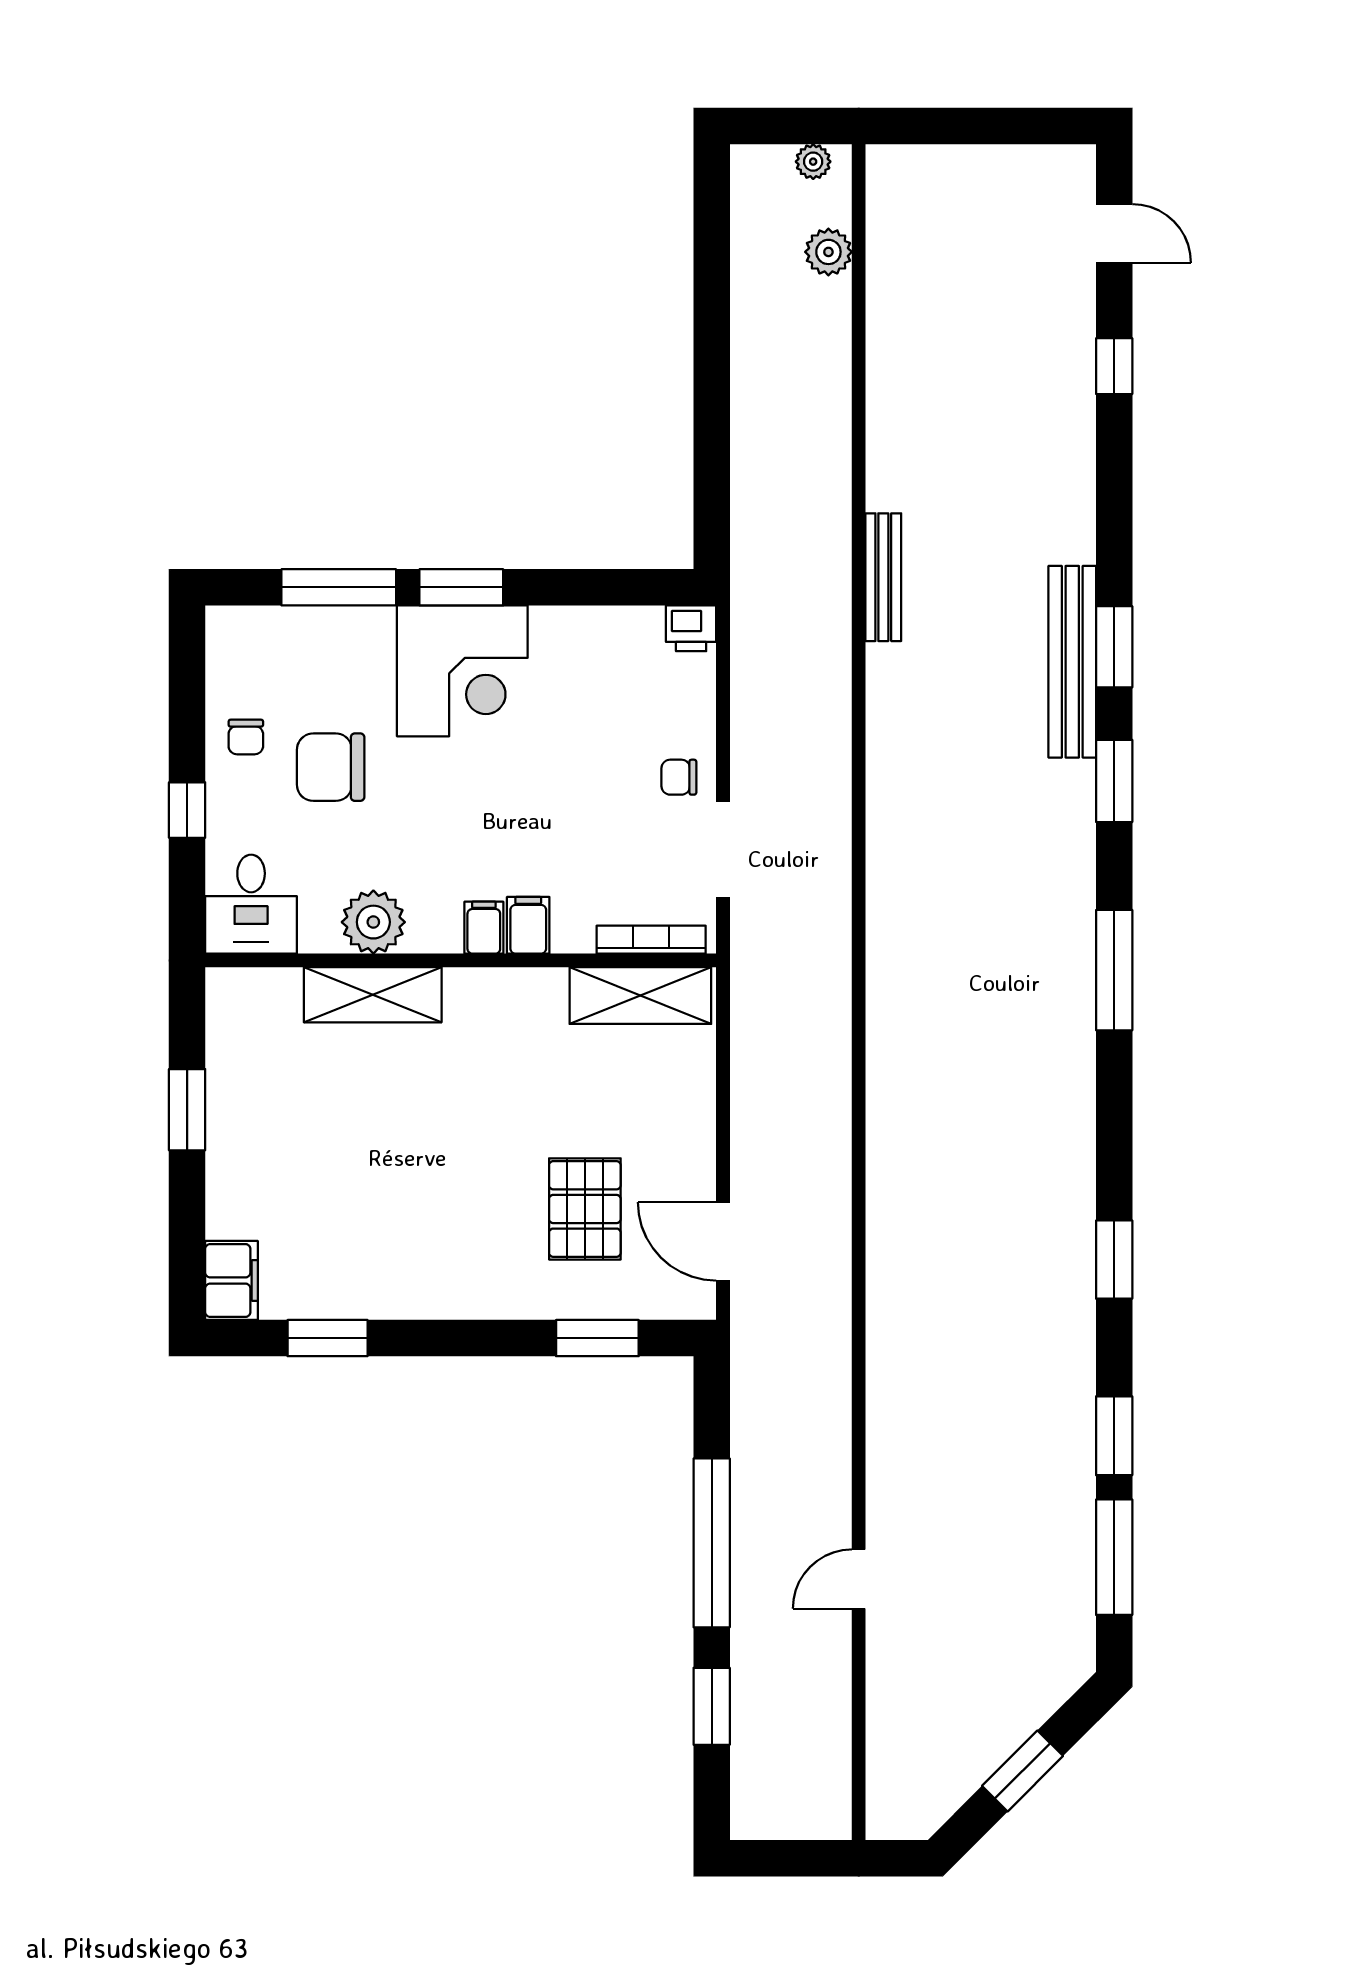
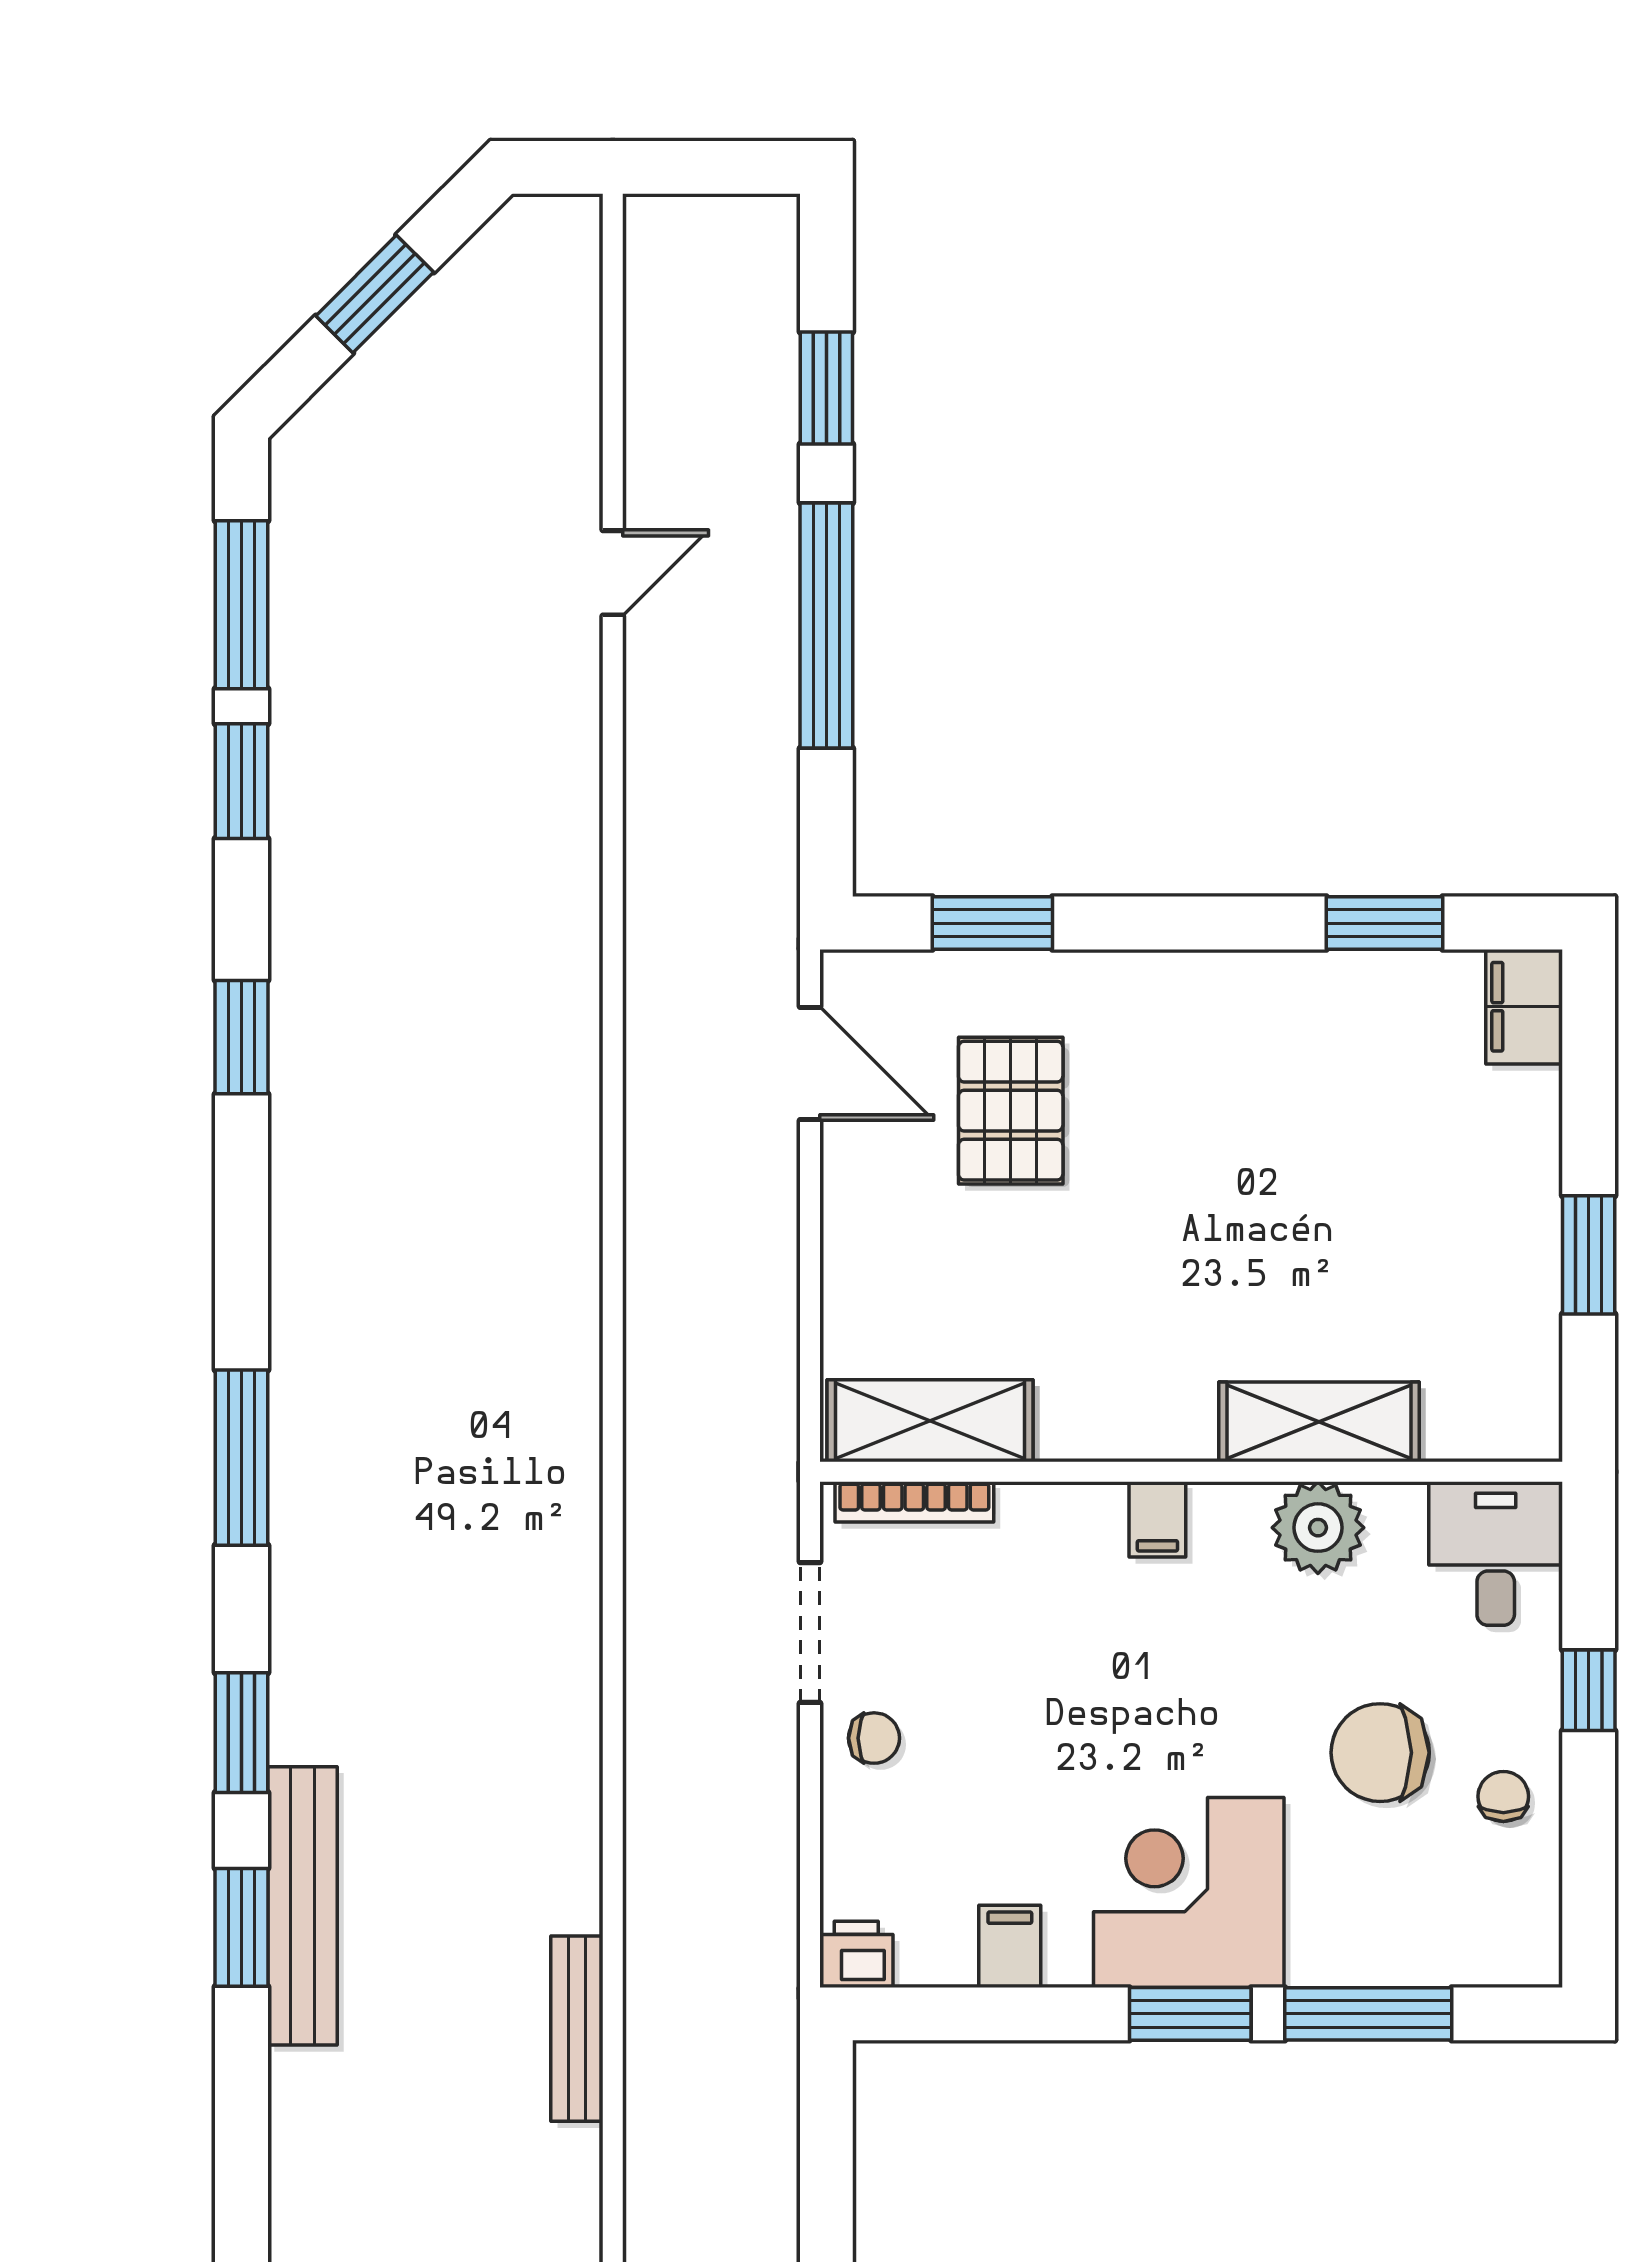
chair: (331, 767) -> (1380, 1753), turned 180
filing cabinet: (528, 925) -> (1010, 1946), moved, turned 180

